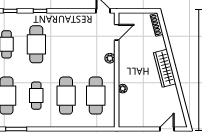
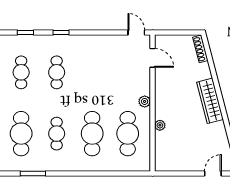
door: (117, 32) -> (153, 58), hinge flipped
cafe table: (36, 44) -> (57, 72), width x0.73, depth x0.74
plant: (110, 58) -> (145, 101), moved

